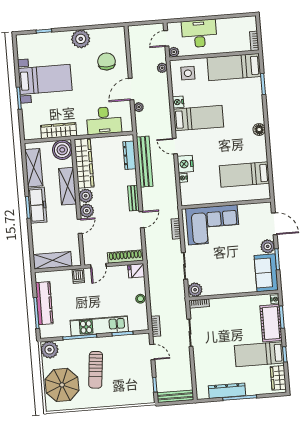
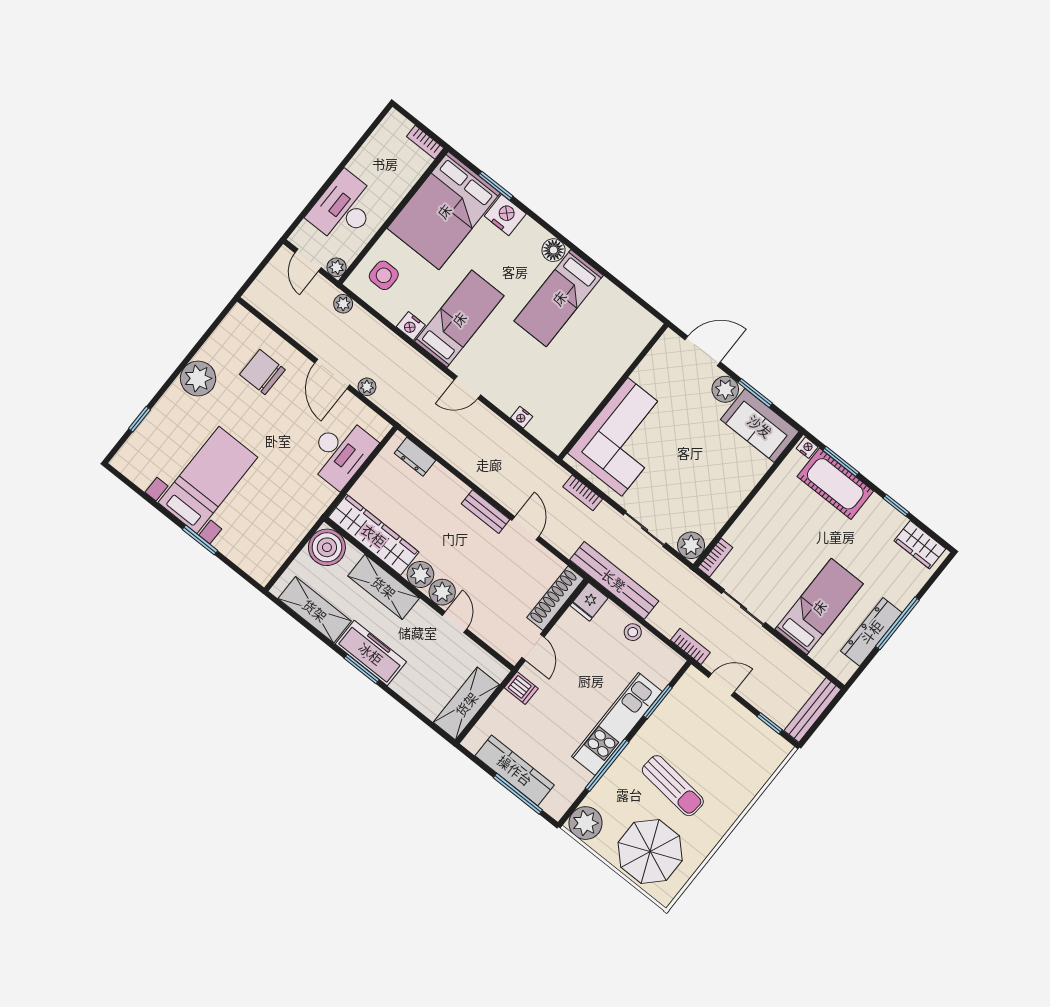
bed: (234, 67) -> (444, 211), width x1.50
wardrobe: (59, 131) -> (296, 527), removed
dresser: (129, 155) -> (415, 457), width x0.70
bench: (145, 162) -> (614, 580), moved
nightstand: (185, 164) -> (505, 215), moved, turned 180
bed: (244, 175) -> (559, 298), moved
bed: (259, 354) -> (819, 607), moved, turned 180

